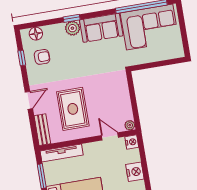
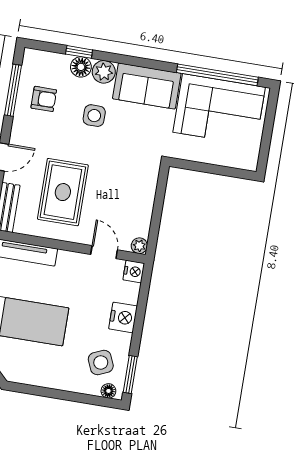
window: (72, 18) -> (79, 52), moved
floor lamp: (36, 34) -> (81, 67), moved
side table: (76, 56) -> (94, 116), added
window: (22, 58) -> (13, 90), width x2.17

